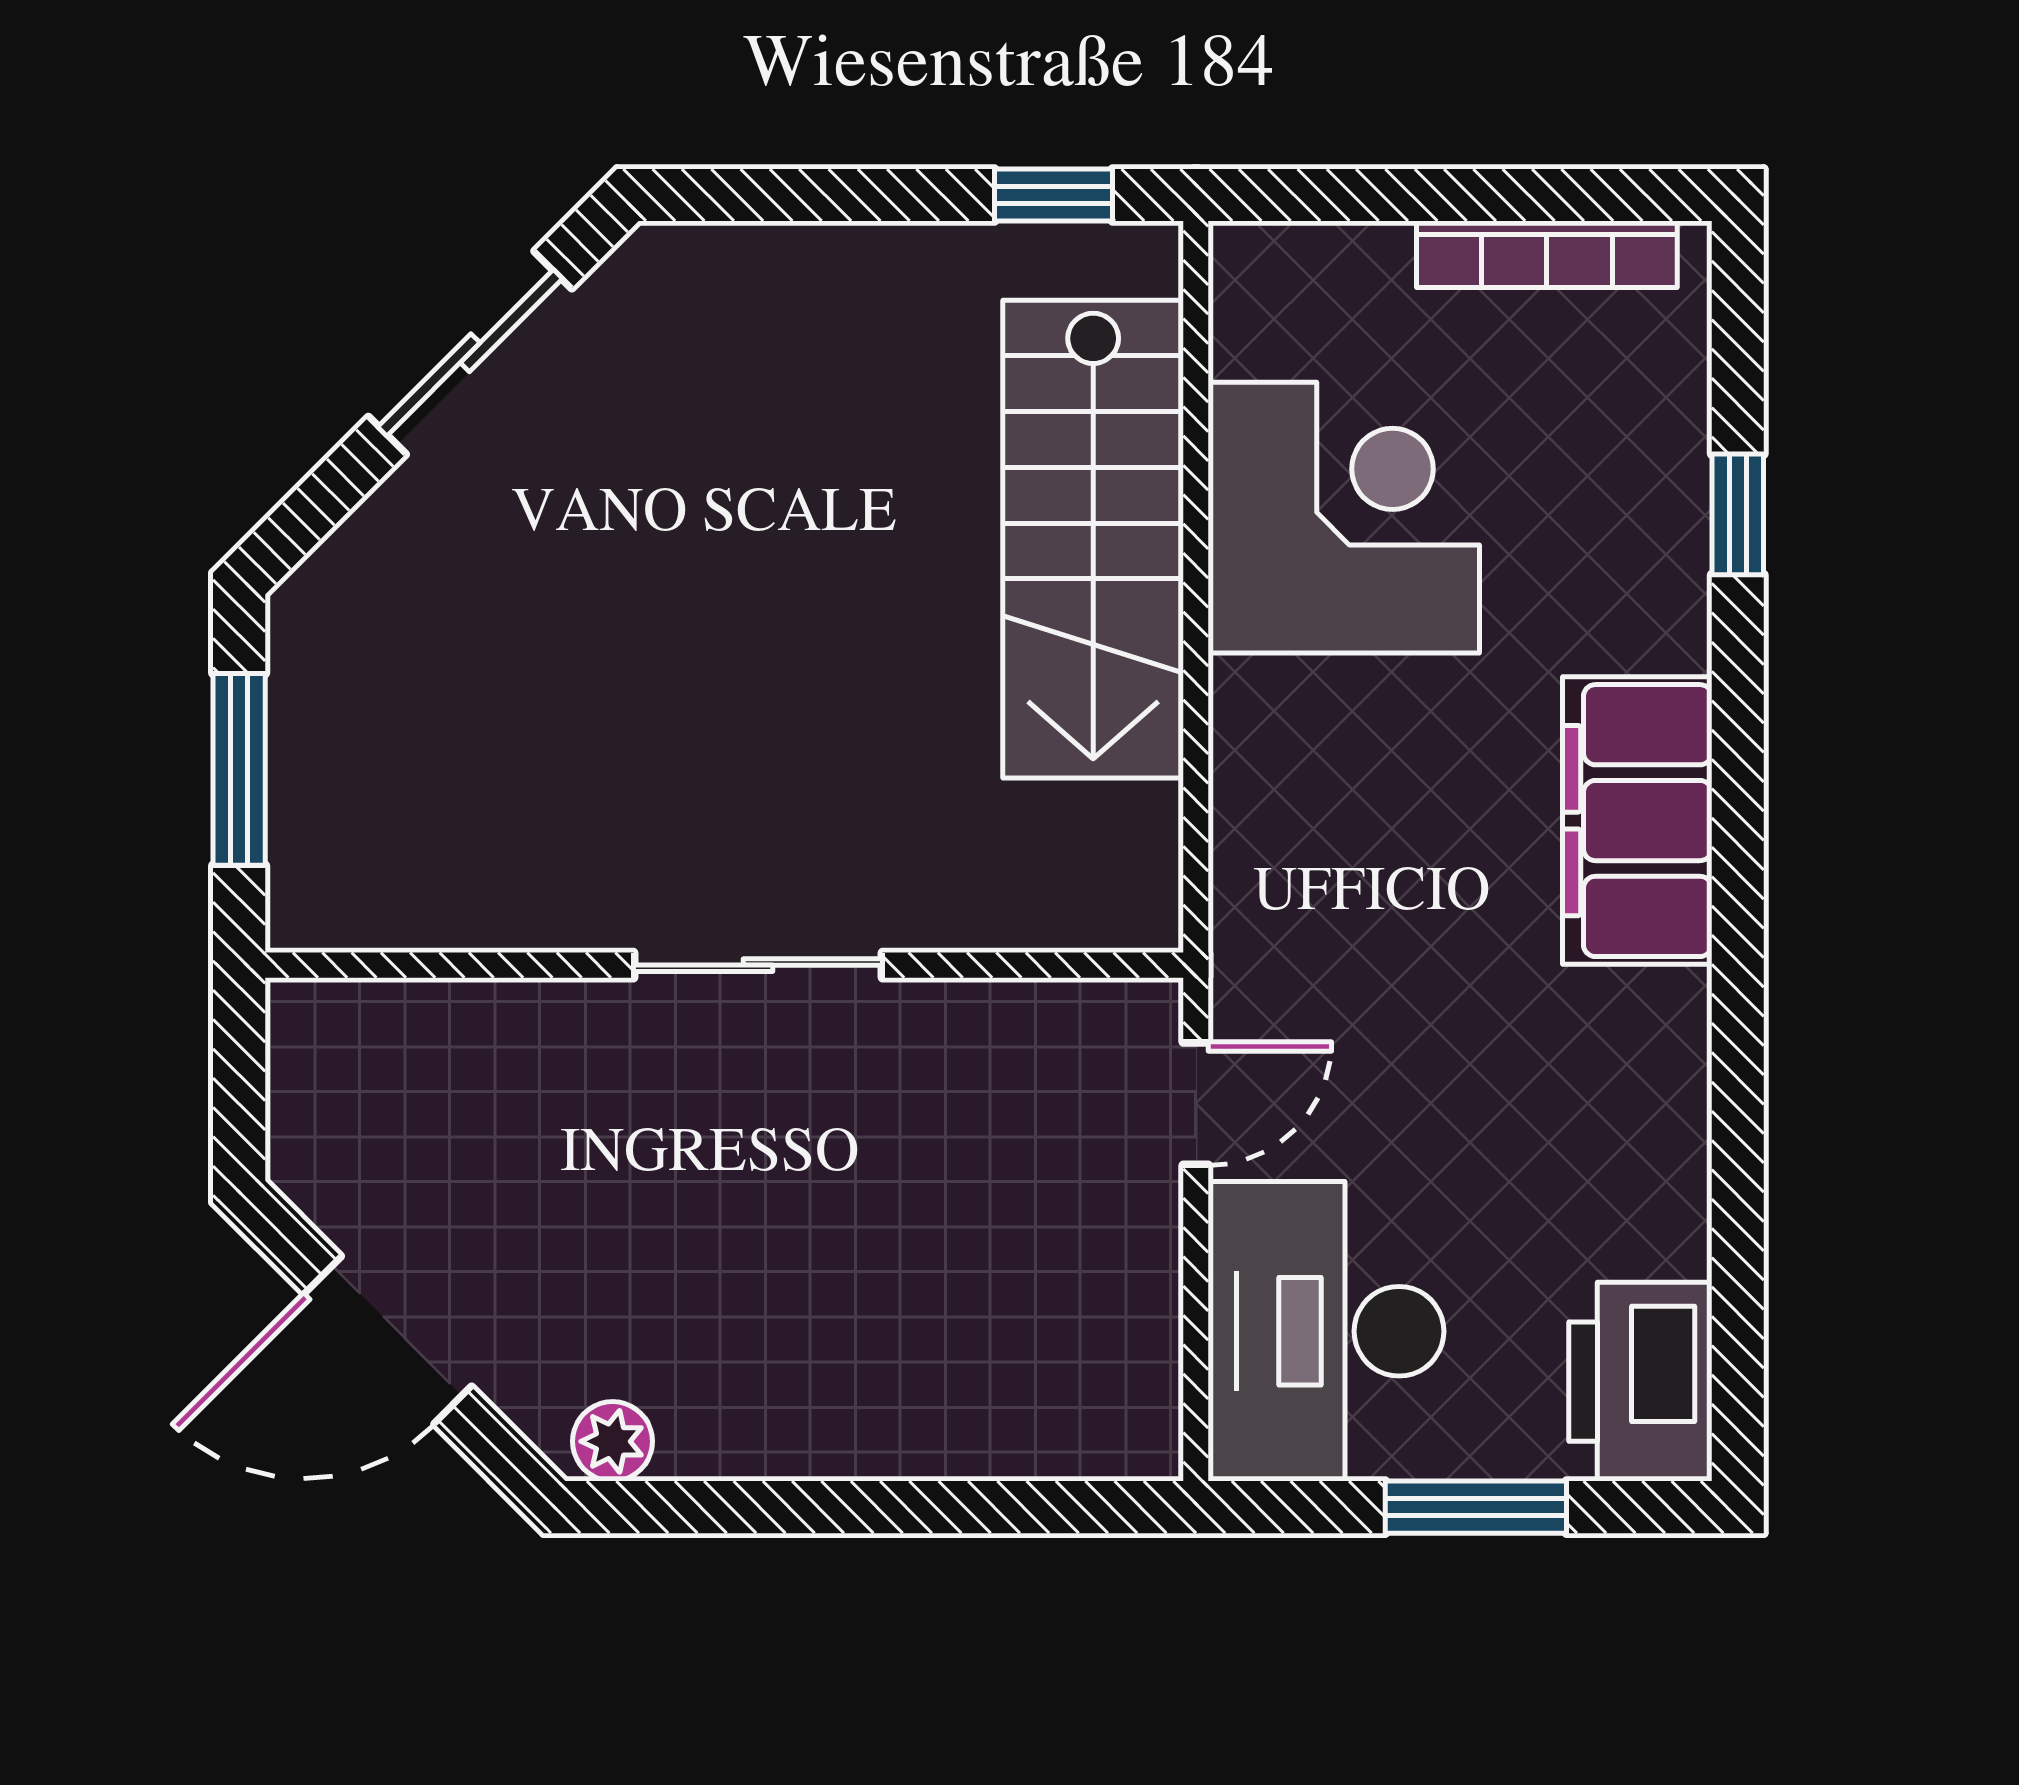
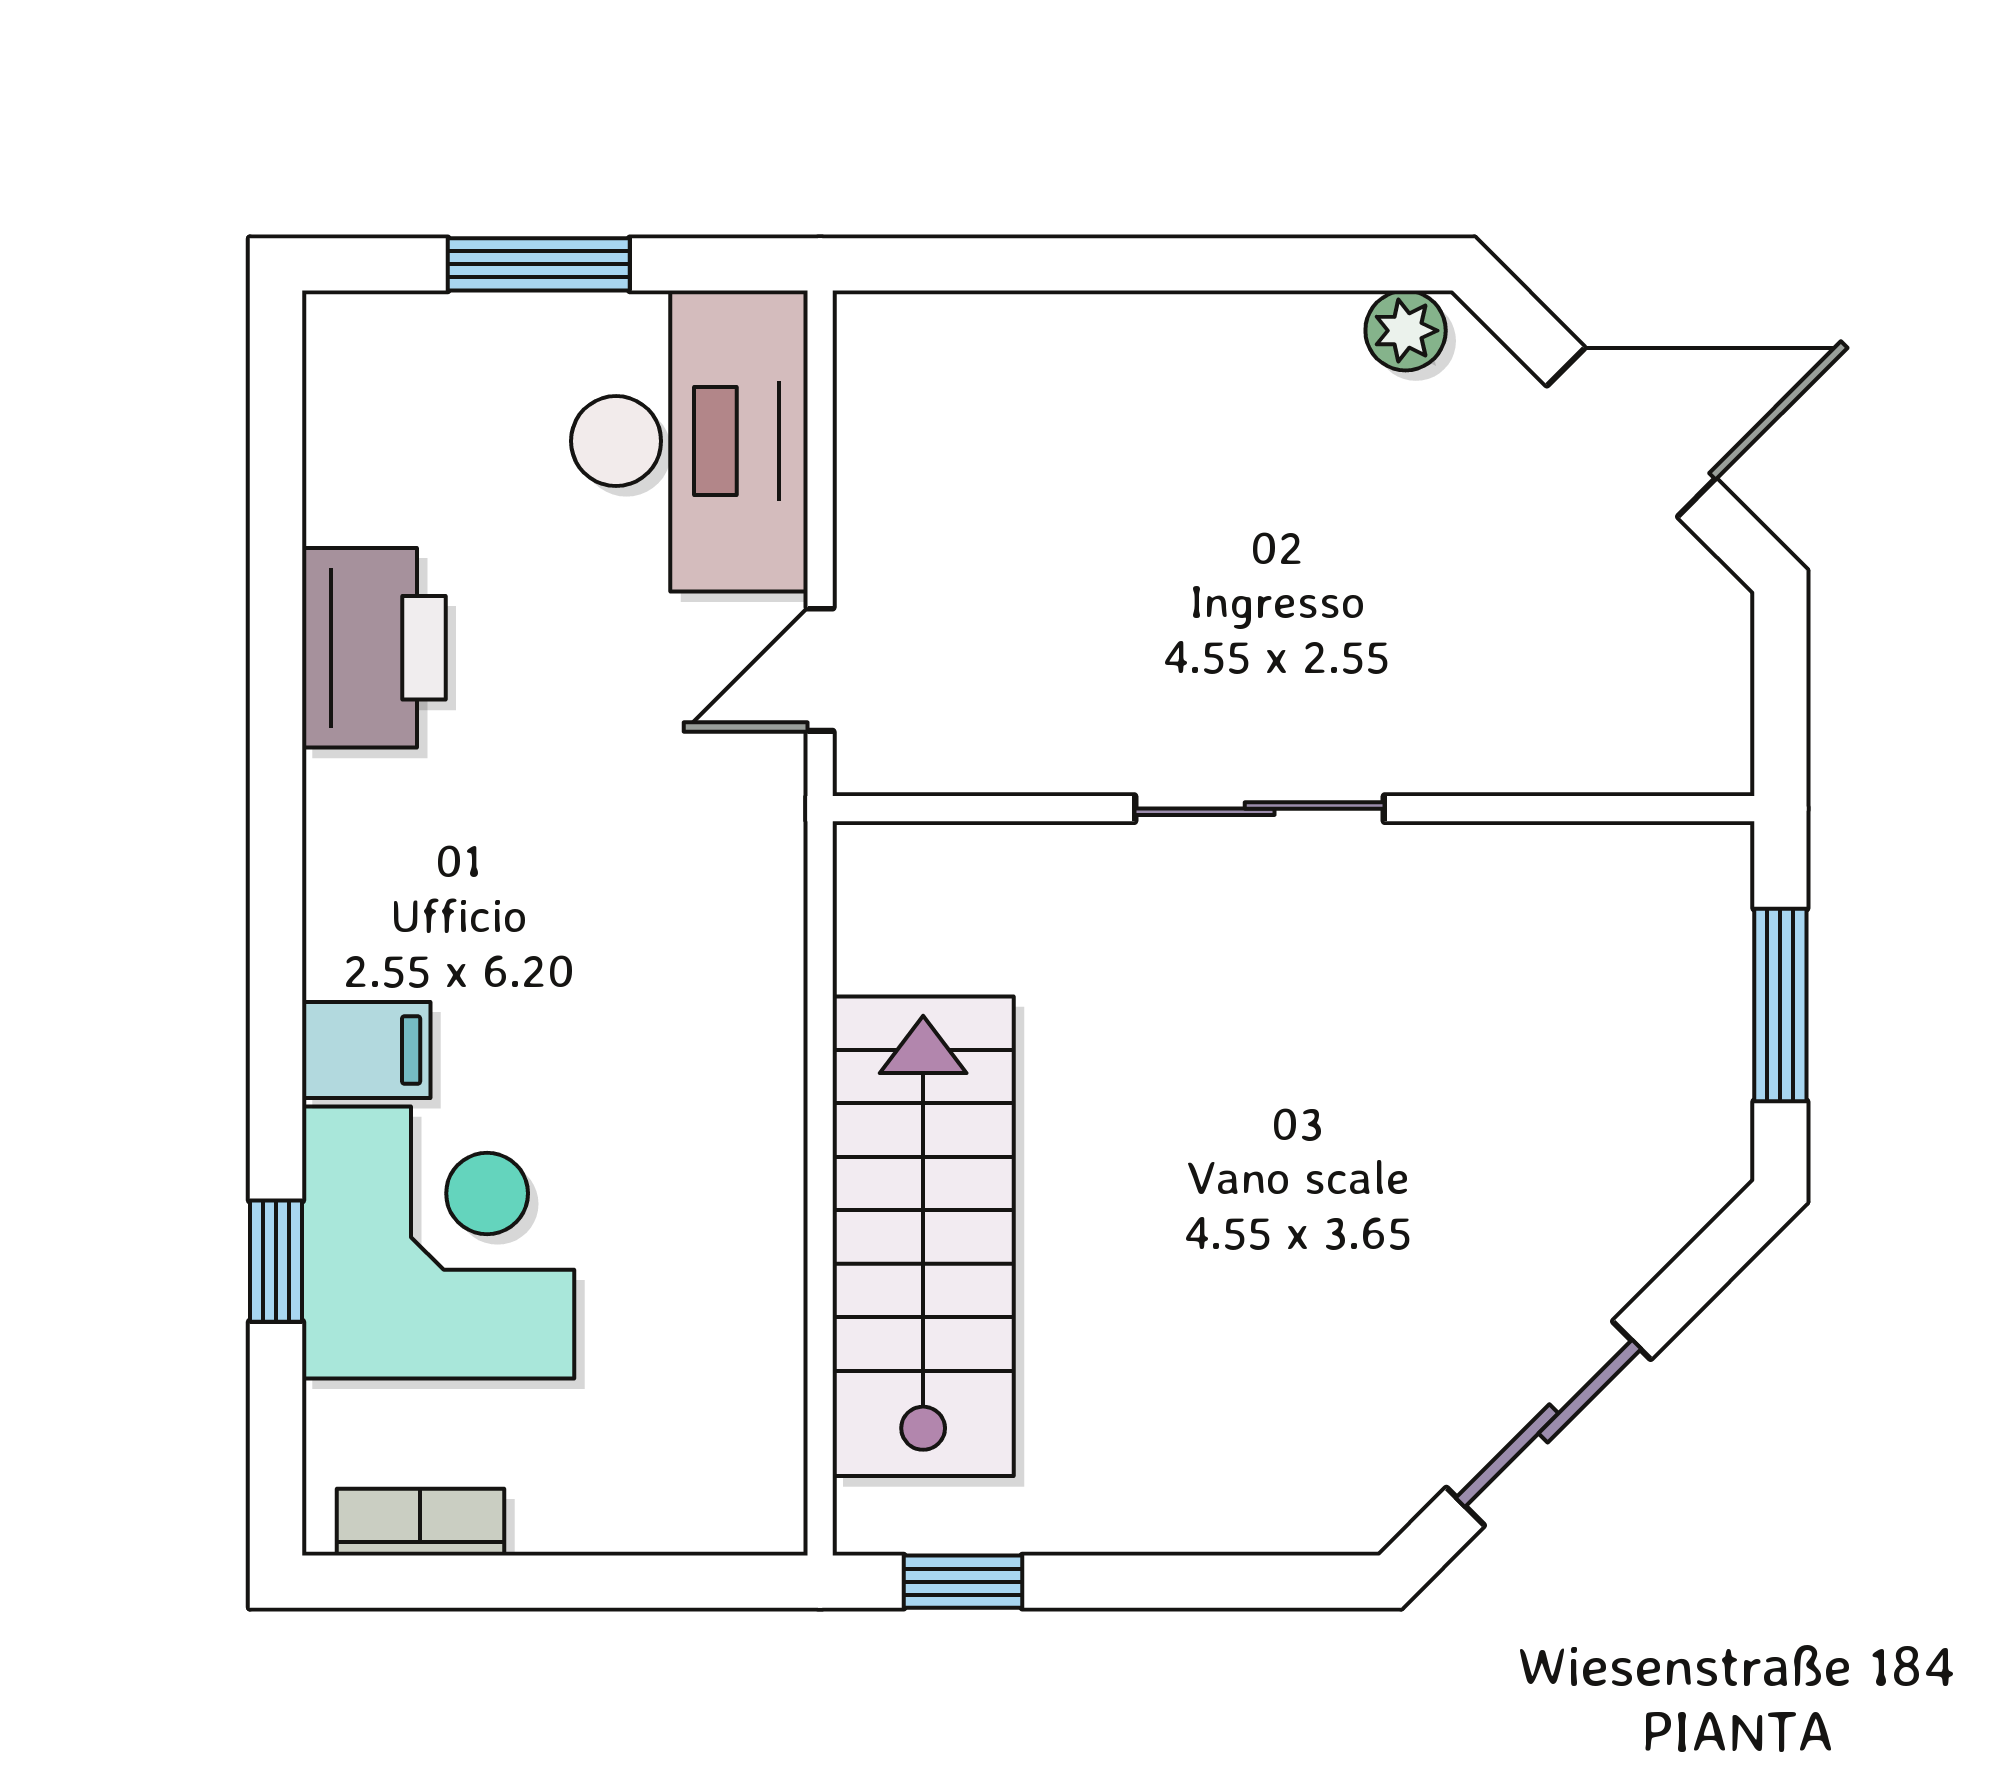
bookcase: (1547, 254) -> (420, 1522), width x0.64
corner desk: (1344, 518) -> (438, 1242), moved, turned 180
filing cabinet: (1637, 821) -> (366, 1050), width x0.33, depth x0.86
printer: (1640, 1382) -> (374, 648), moved

